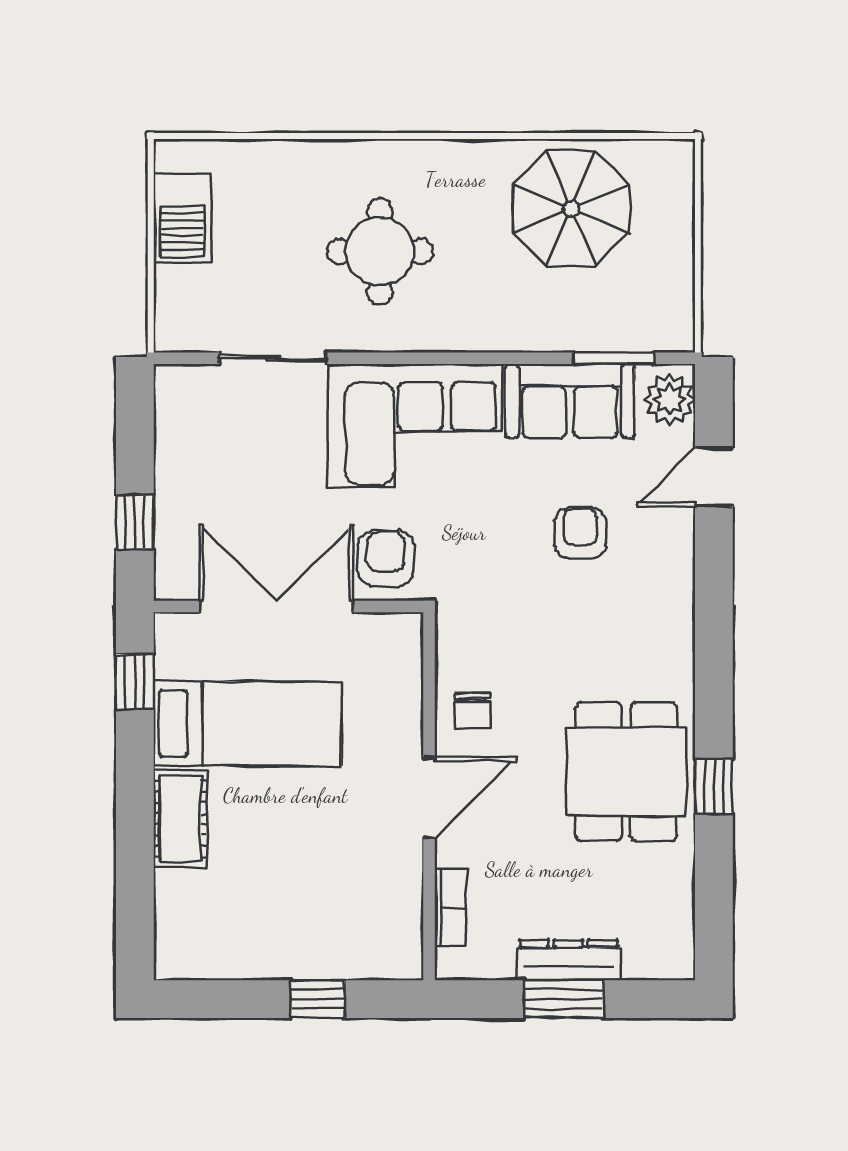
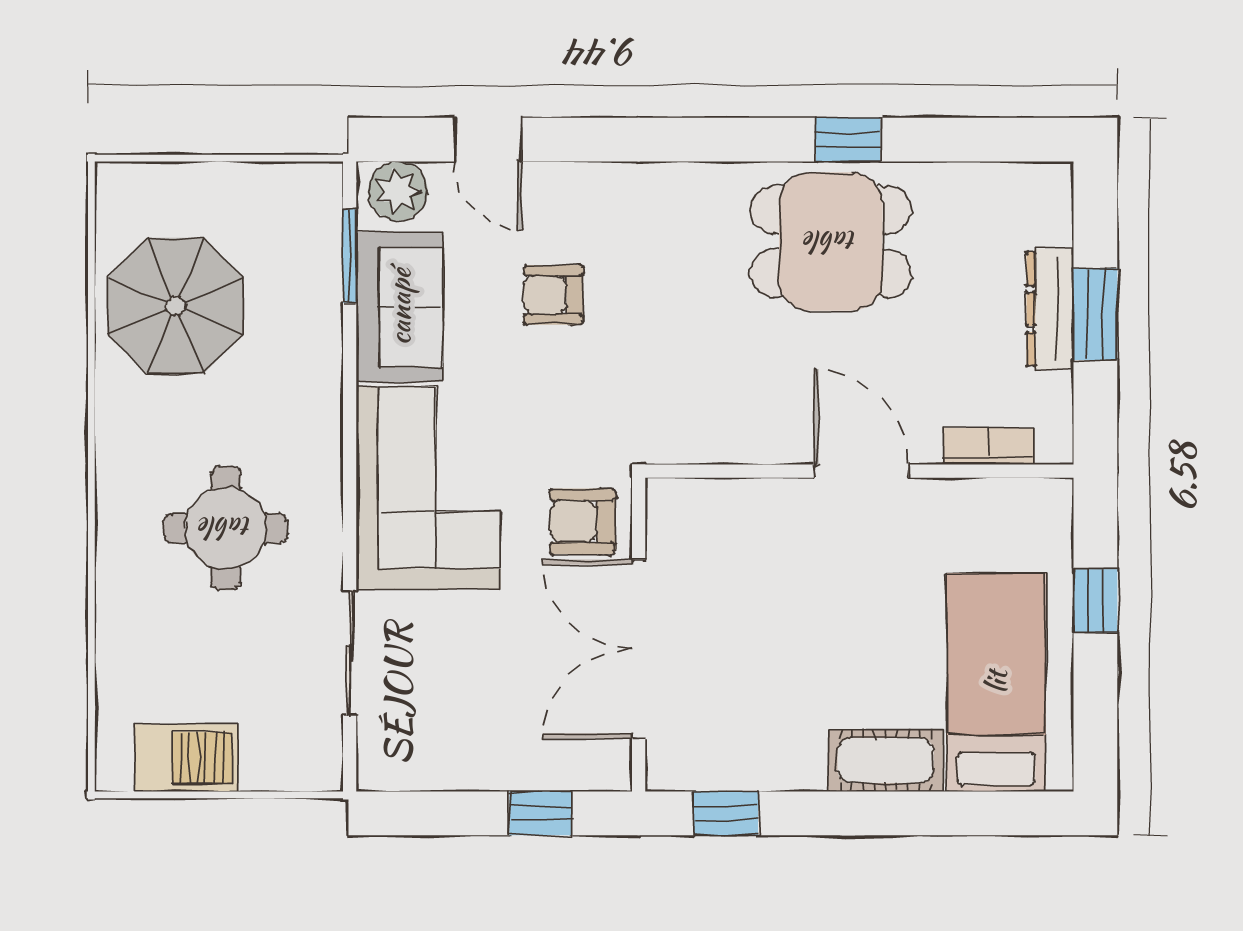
chair: (473, 710) -> (760, 420), removed
bed: (247, 724) -> (996, 682), moved

